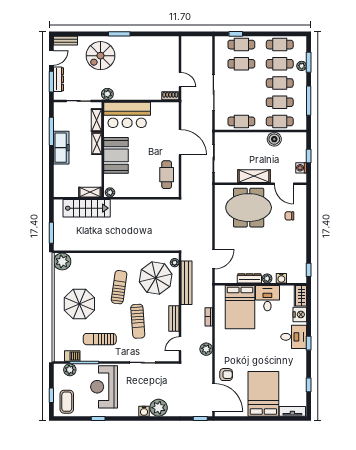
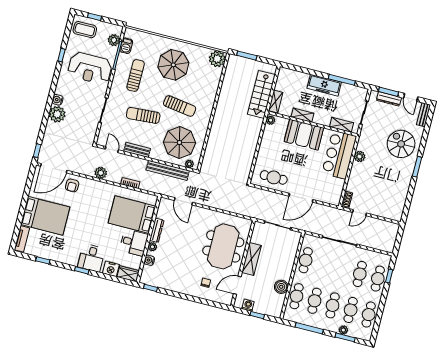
plant: (107, 94) -> (360, 156), moved
shelving: (97, 144) -> (302, 115), moved
reception desk: (104, 387) -> (90, 68), turned 180

